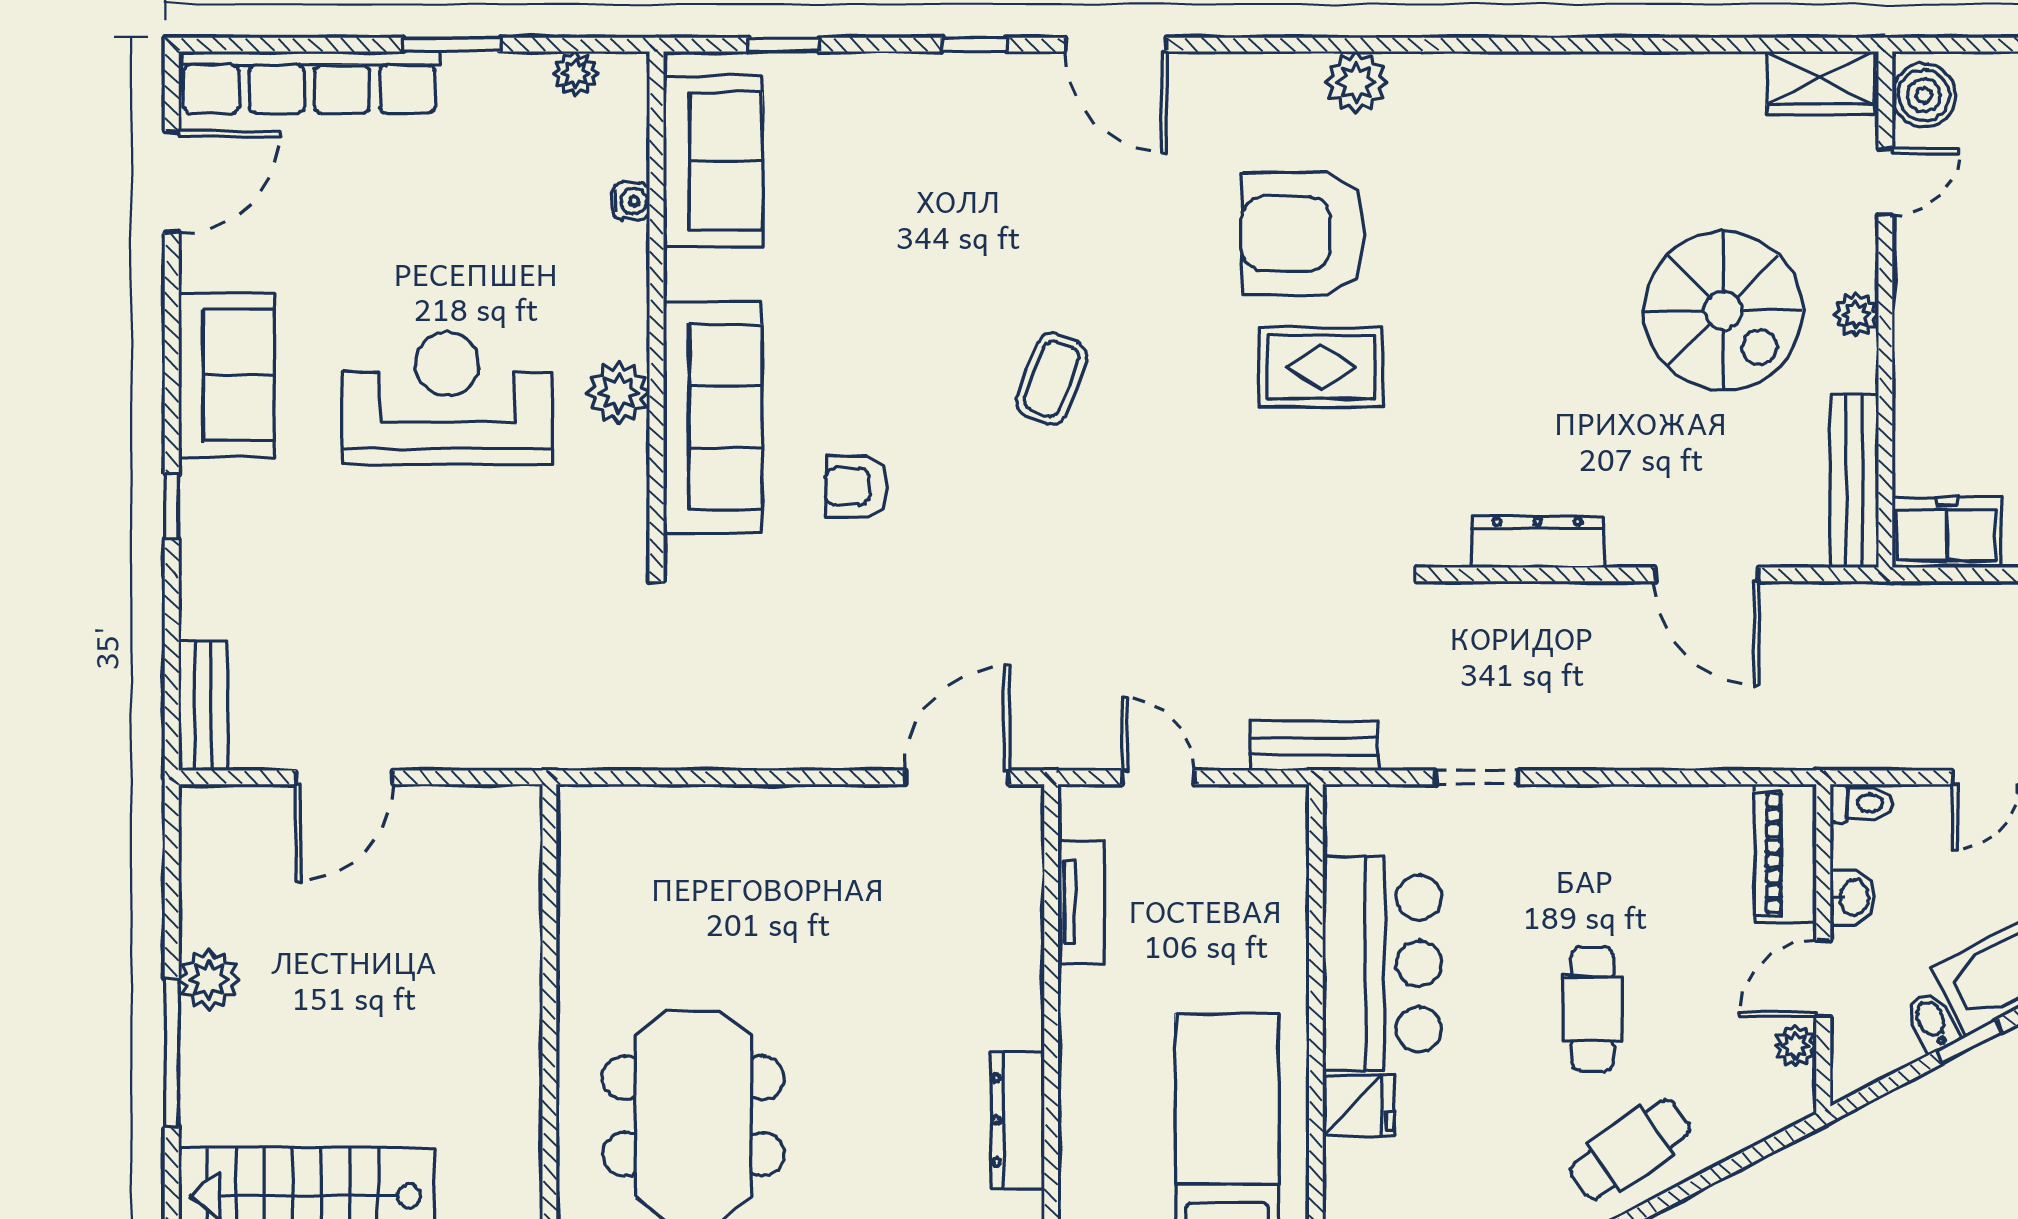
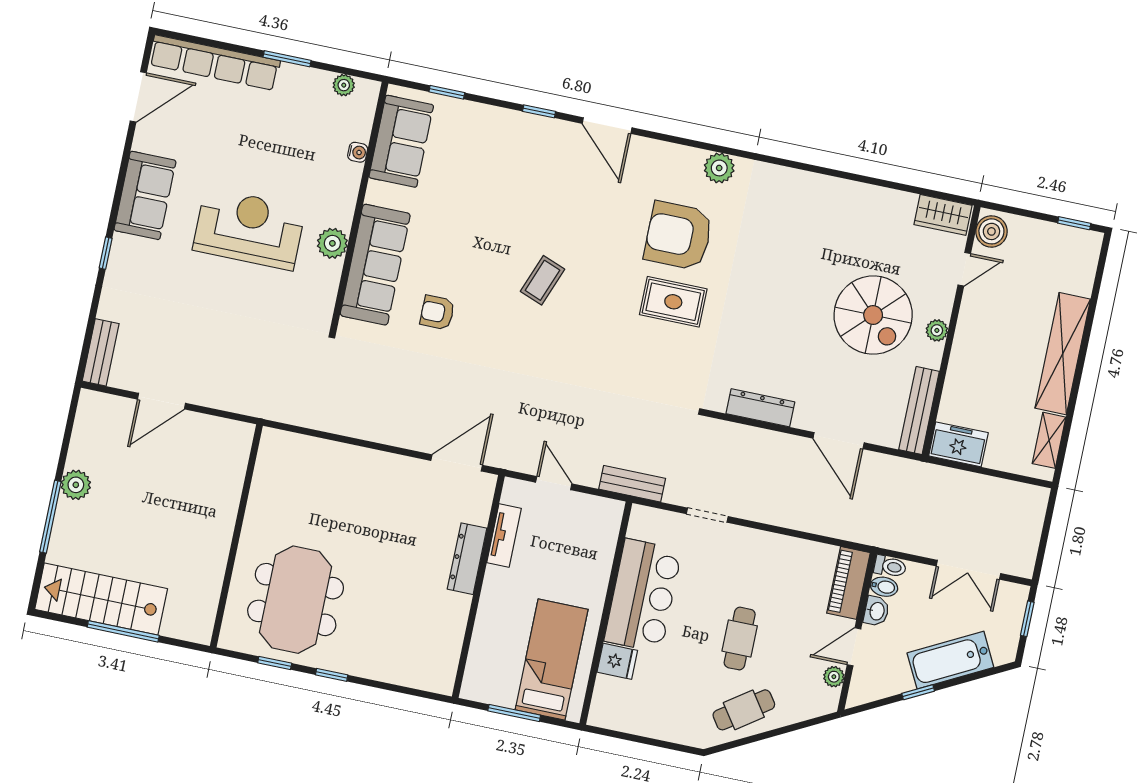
bidet: (1932, 1022) -> (884, 587), moved, turned 118
dresser: (1017, 1120) -> (467, 559), moved

